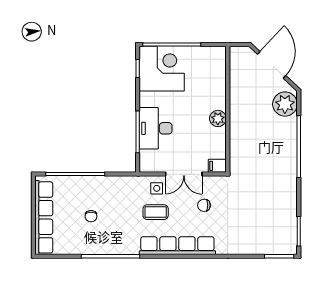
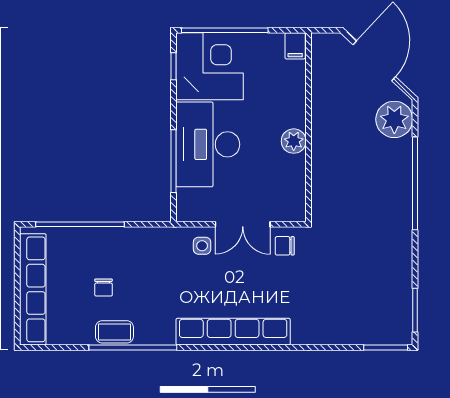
desk: (156, 128) -> (208, 144), width x1.36, depth x1.30
filing cabinet: (217, 166) -> (295, 46), moved, turned -90
chair: (204, 205) -> (285, 246), moved
coffee table: (156, 212) -> (114, 332), moved

